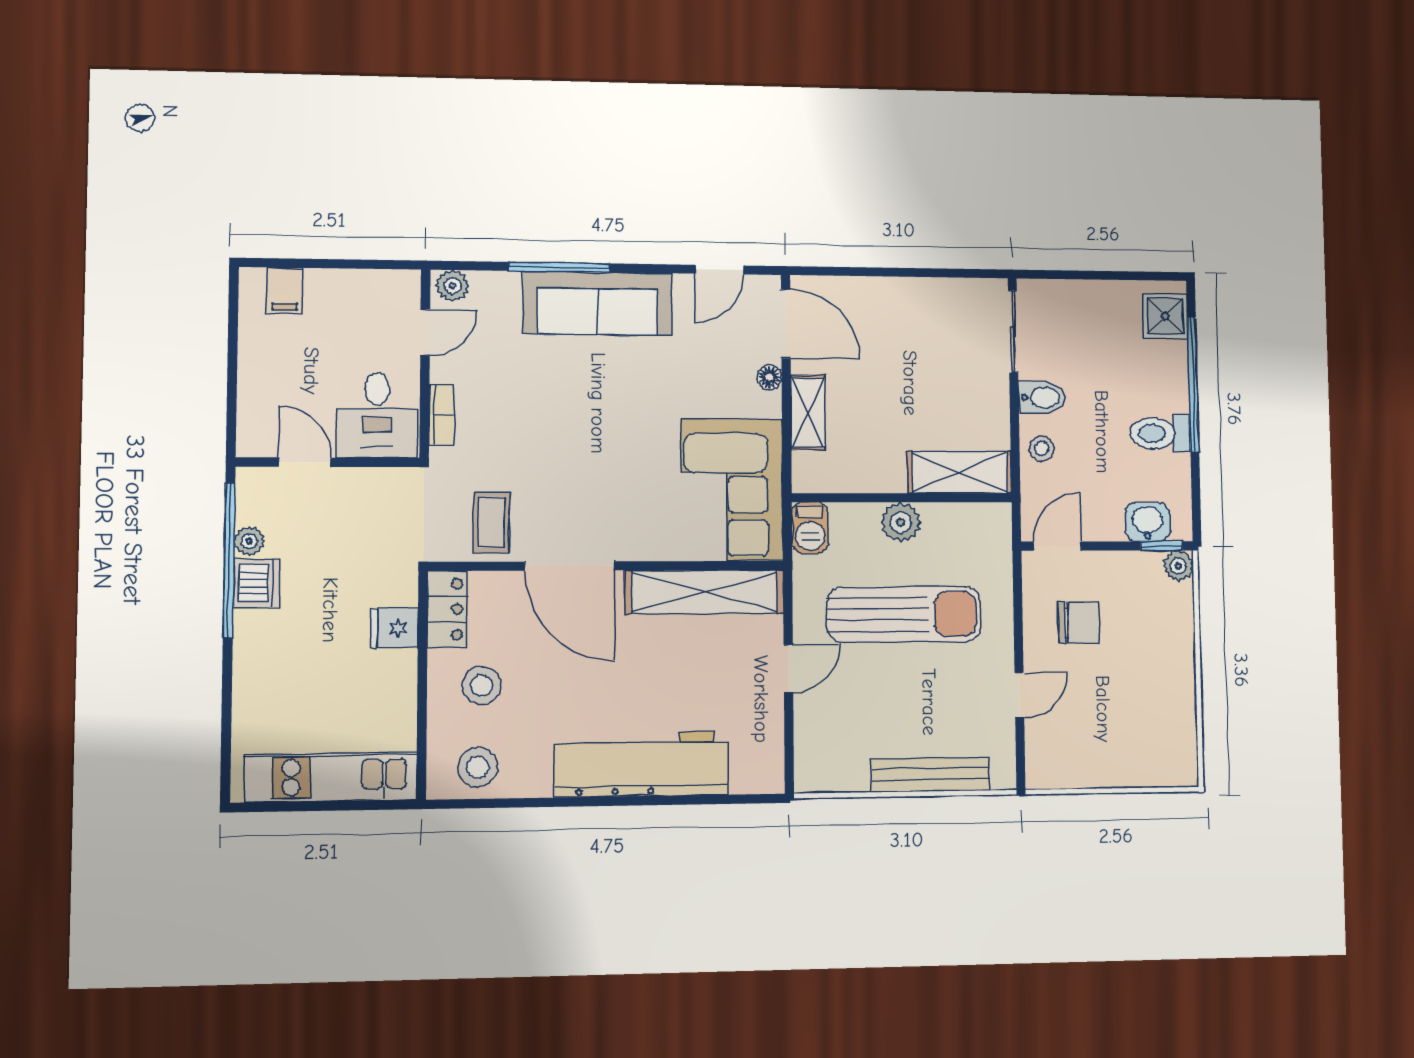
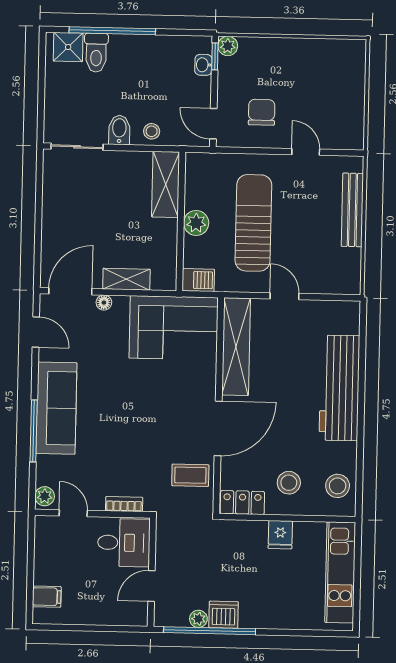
toilet: (1160, 433) -> (96, 53), moved
washbasin: (1147, 522) -> (203, 65), width x0.72, depth x0.69
fridge: (394, 628) -> (280, 535), moved

